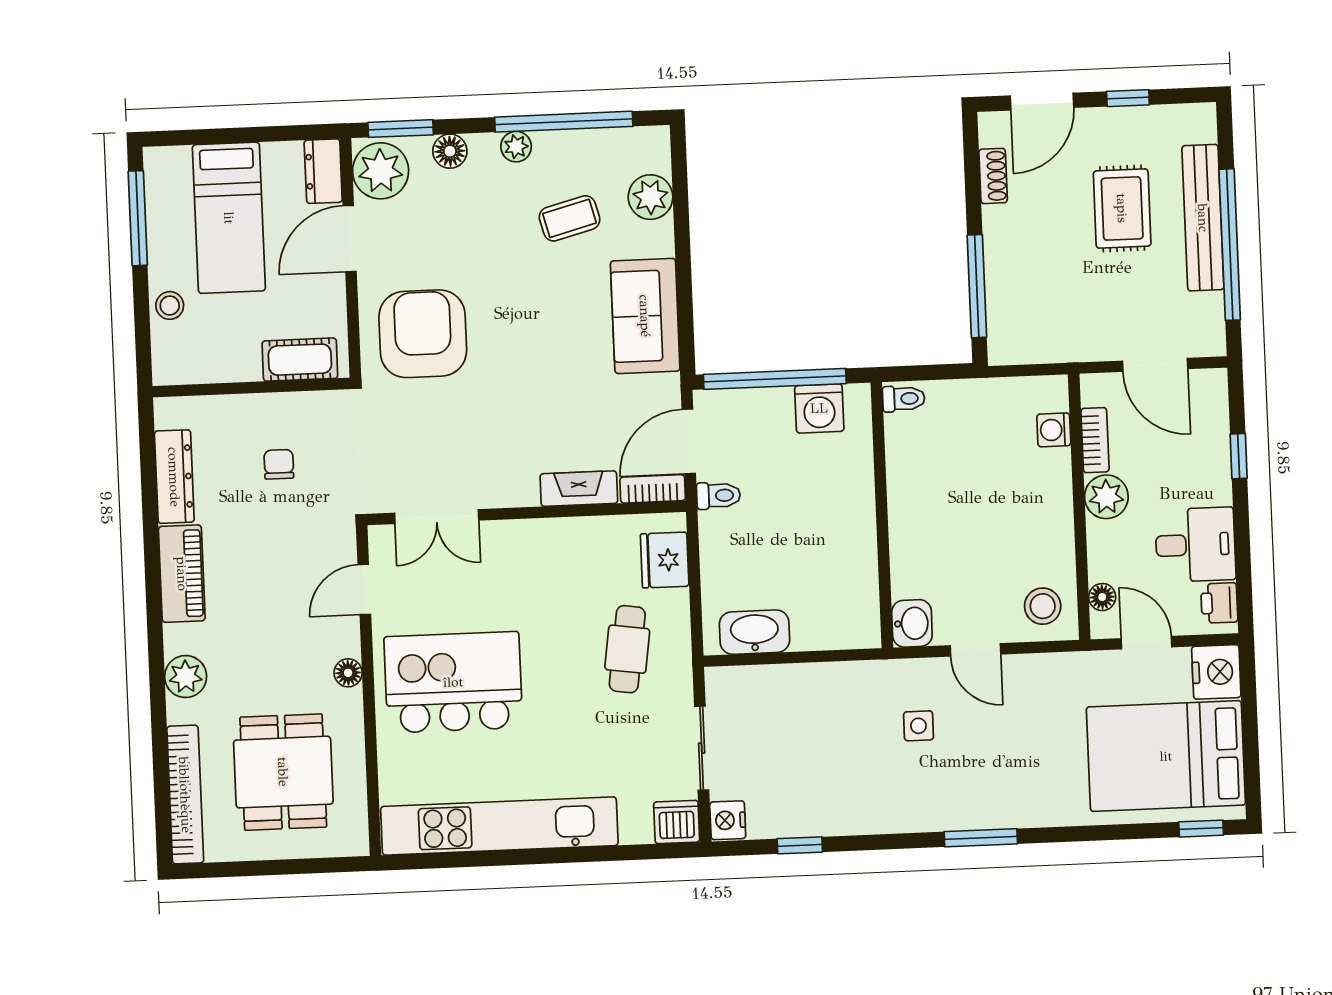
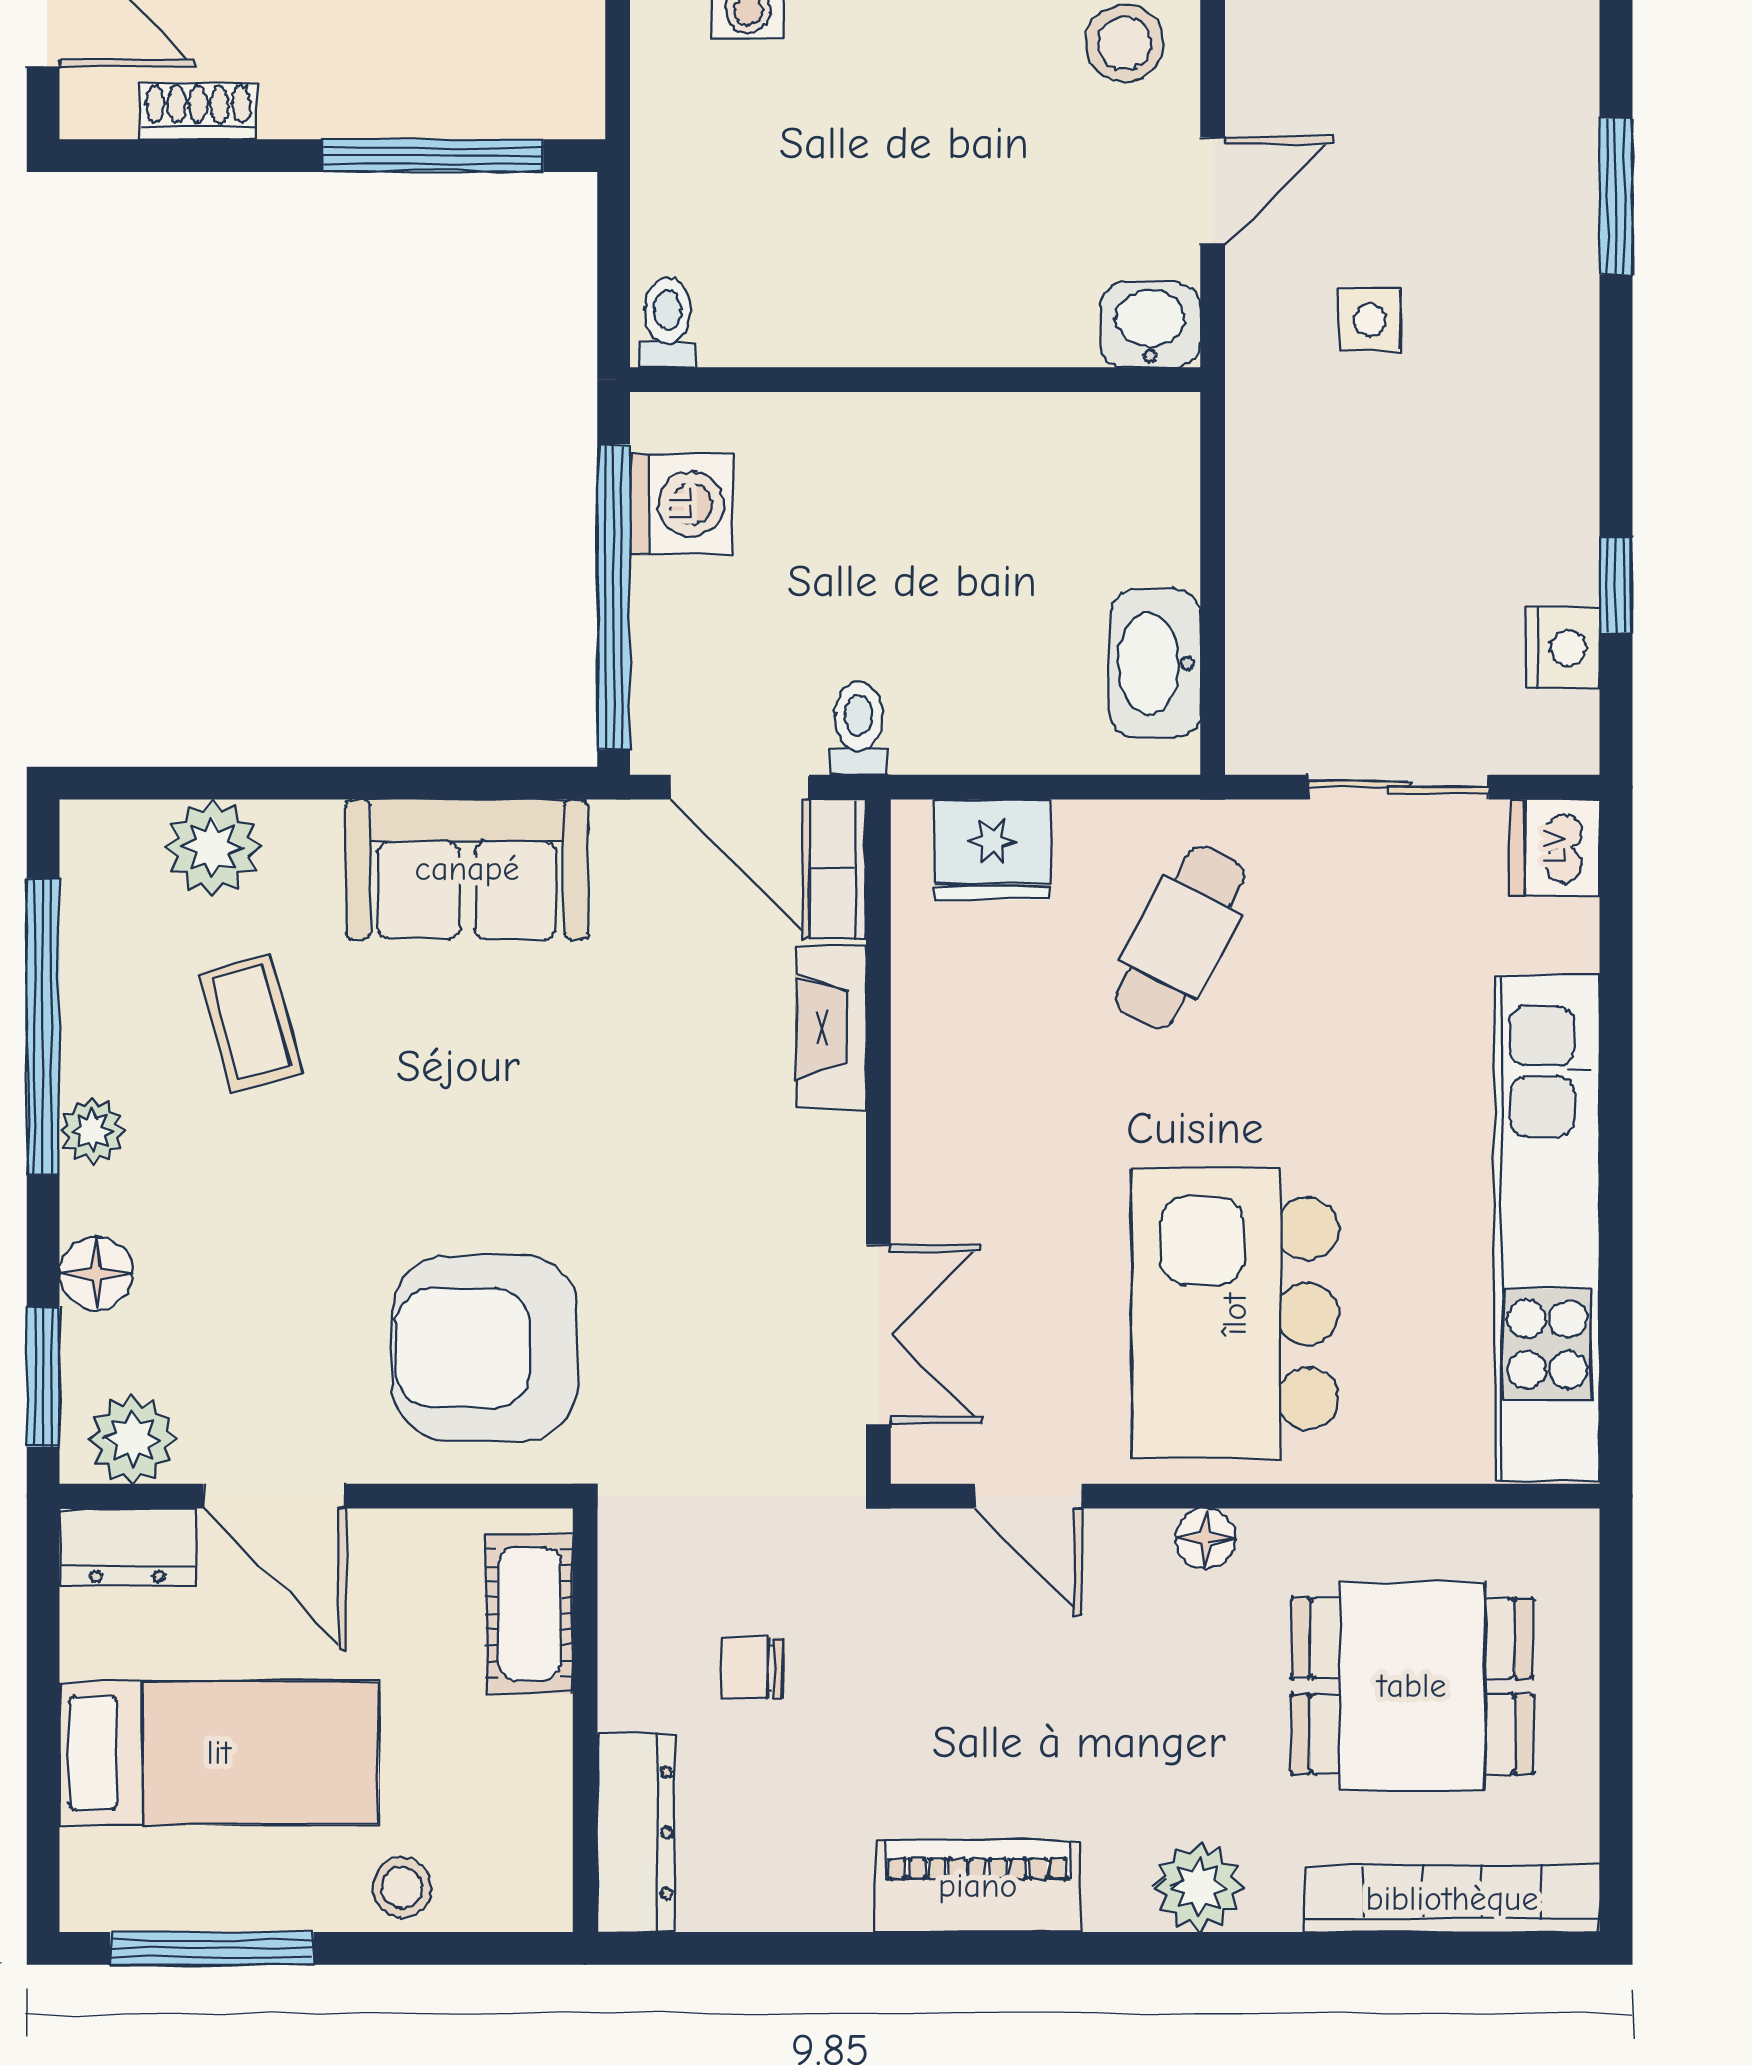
plant: (381, 171) -> (132, 1440), width x0.73, depth x0.73
dresser: (174, 477) -> (636, 1833), moved, turned 90
cafe table: (627, 649) -> (1180, 938), turned -71
nightstand: (728, 820) -> (1562, 648), moved, turned -90

